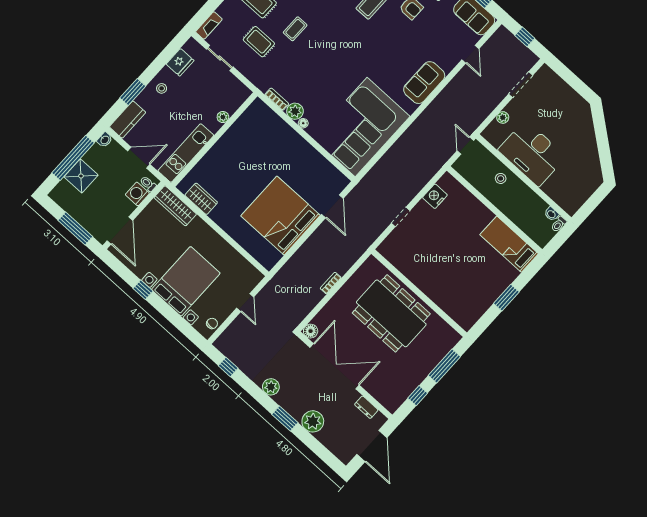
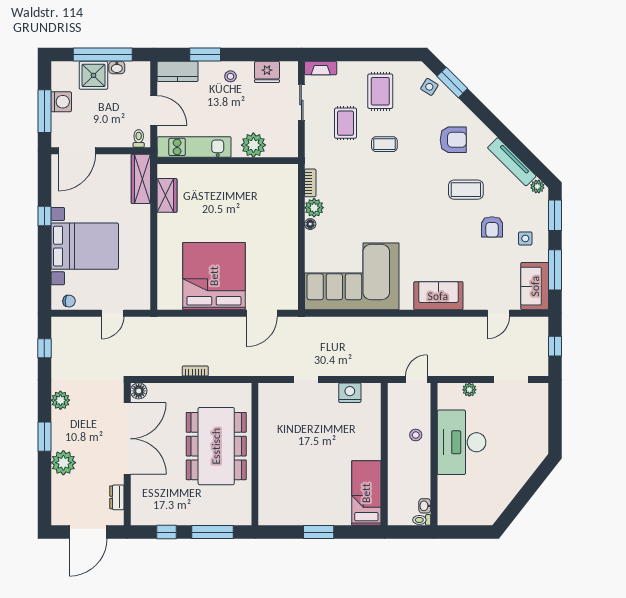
plant: (223, 117) -> (253, 145), width x1.88, depth x1.88
washbasin: (105, 140) -> (117, 68), moved
washing machine: (137, 194) -> (61, 102), moved, turned 90

